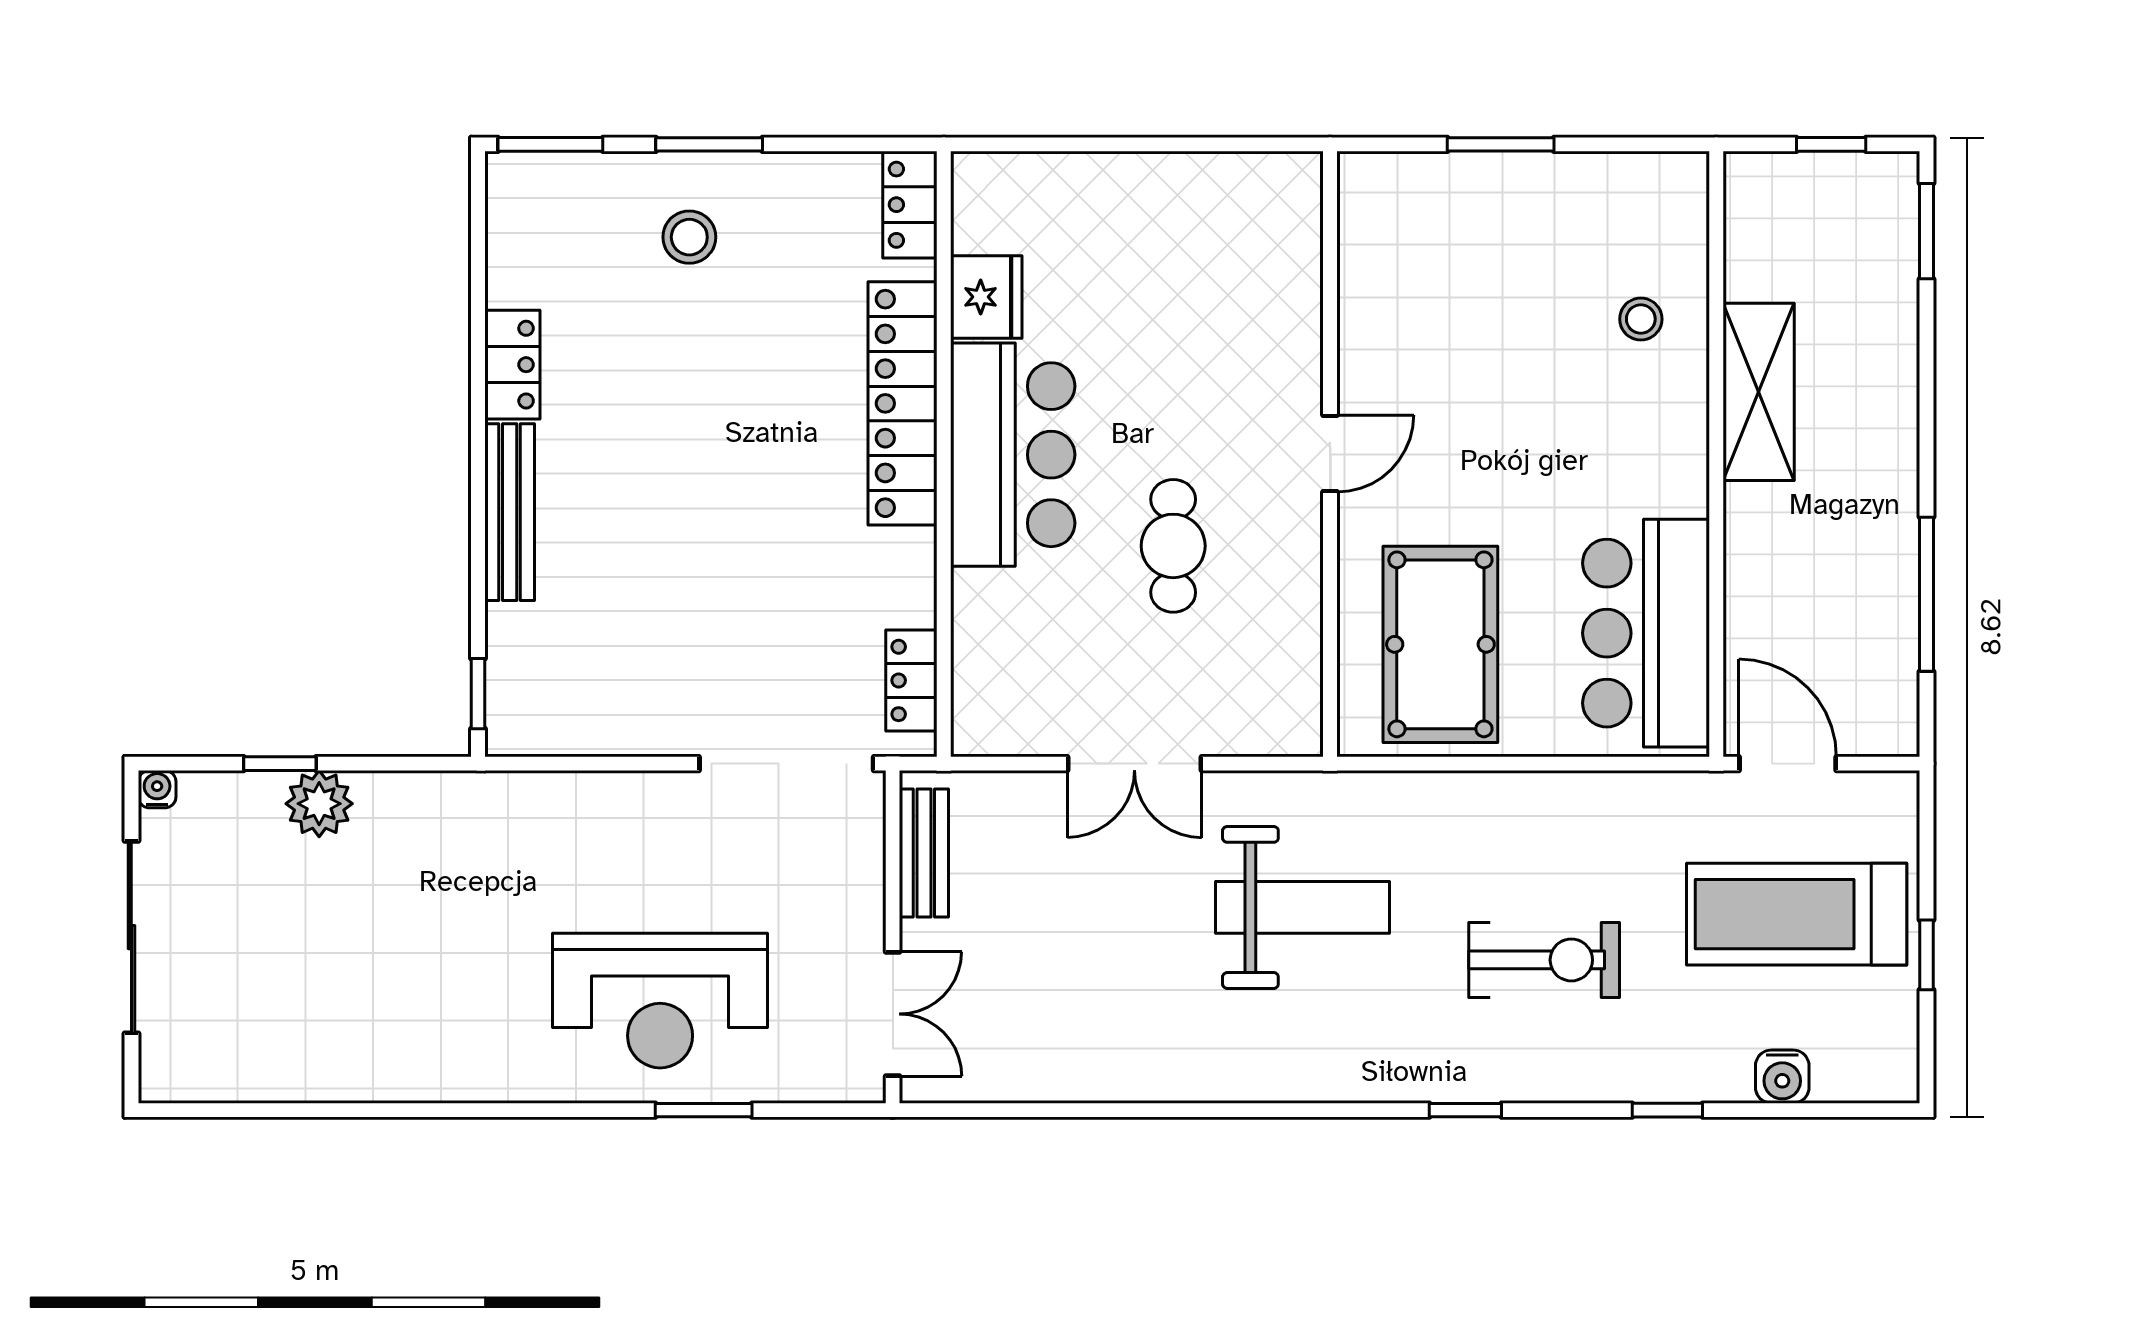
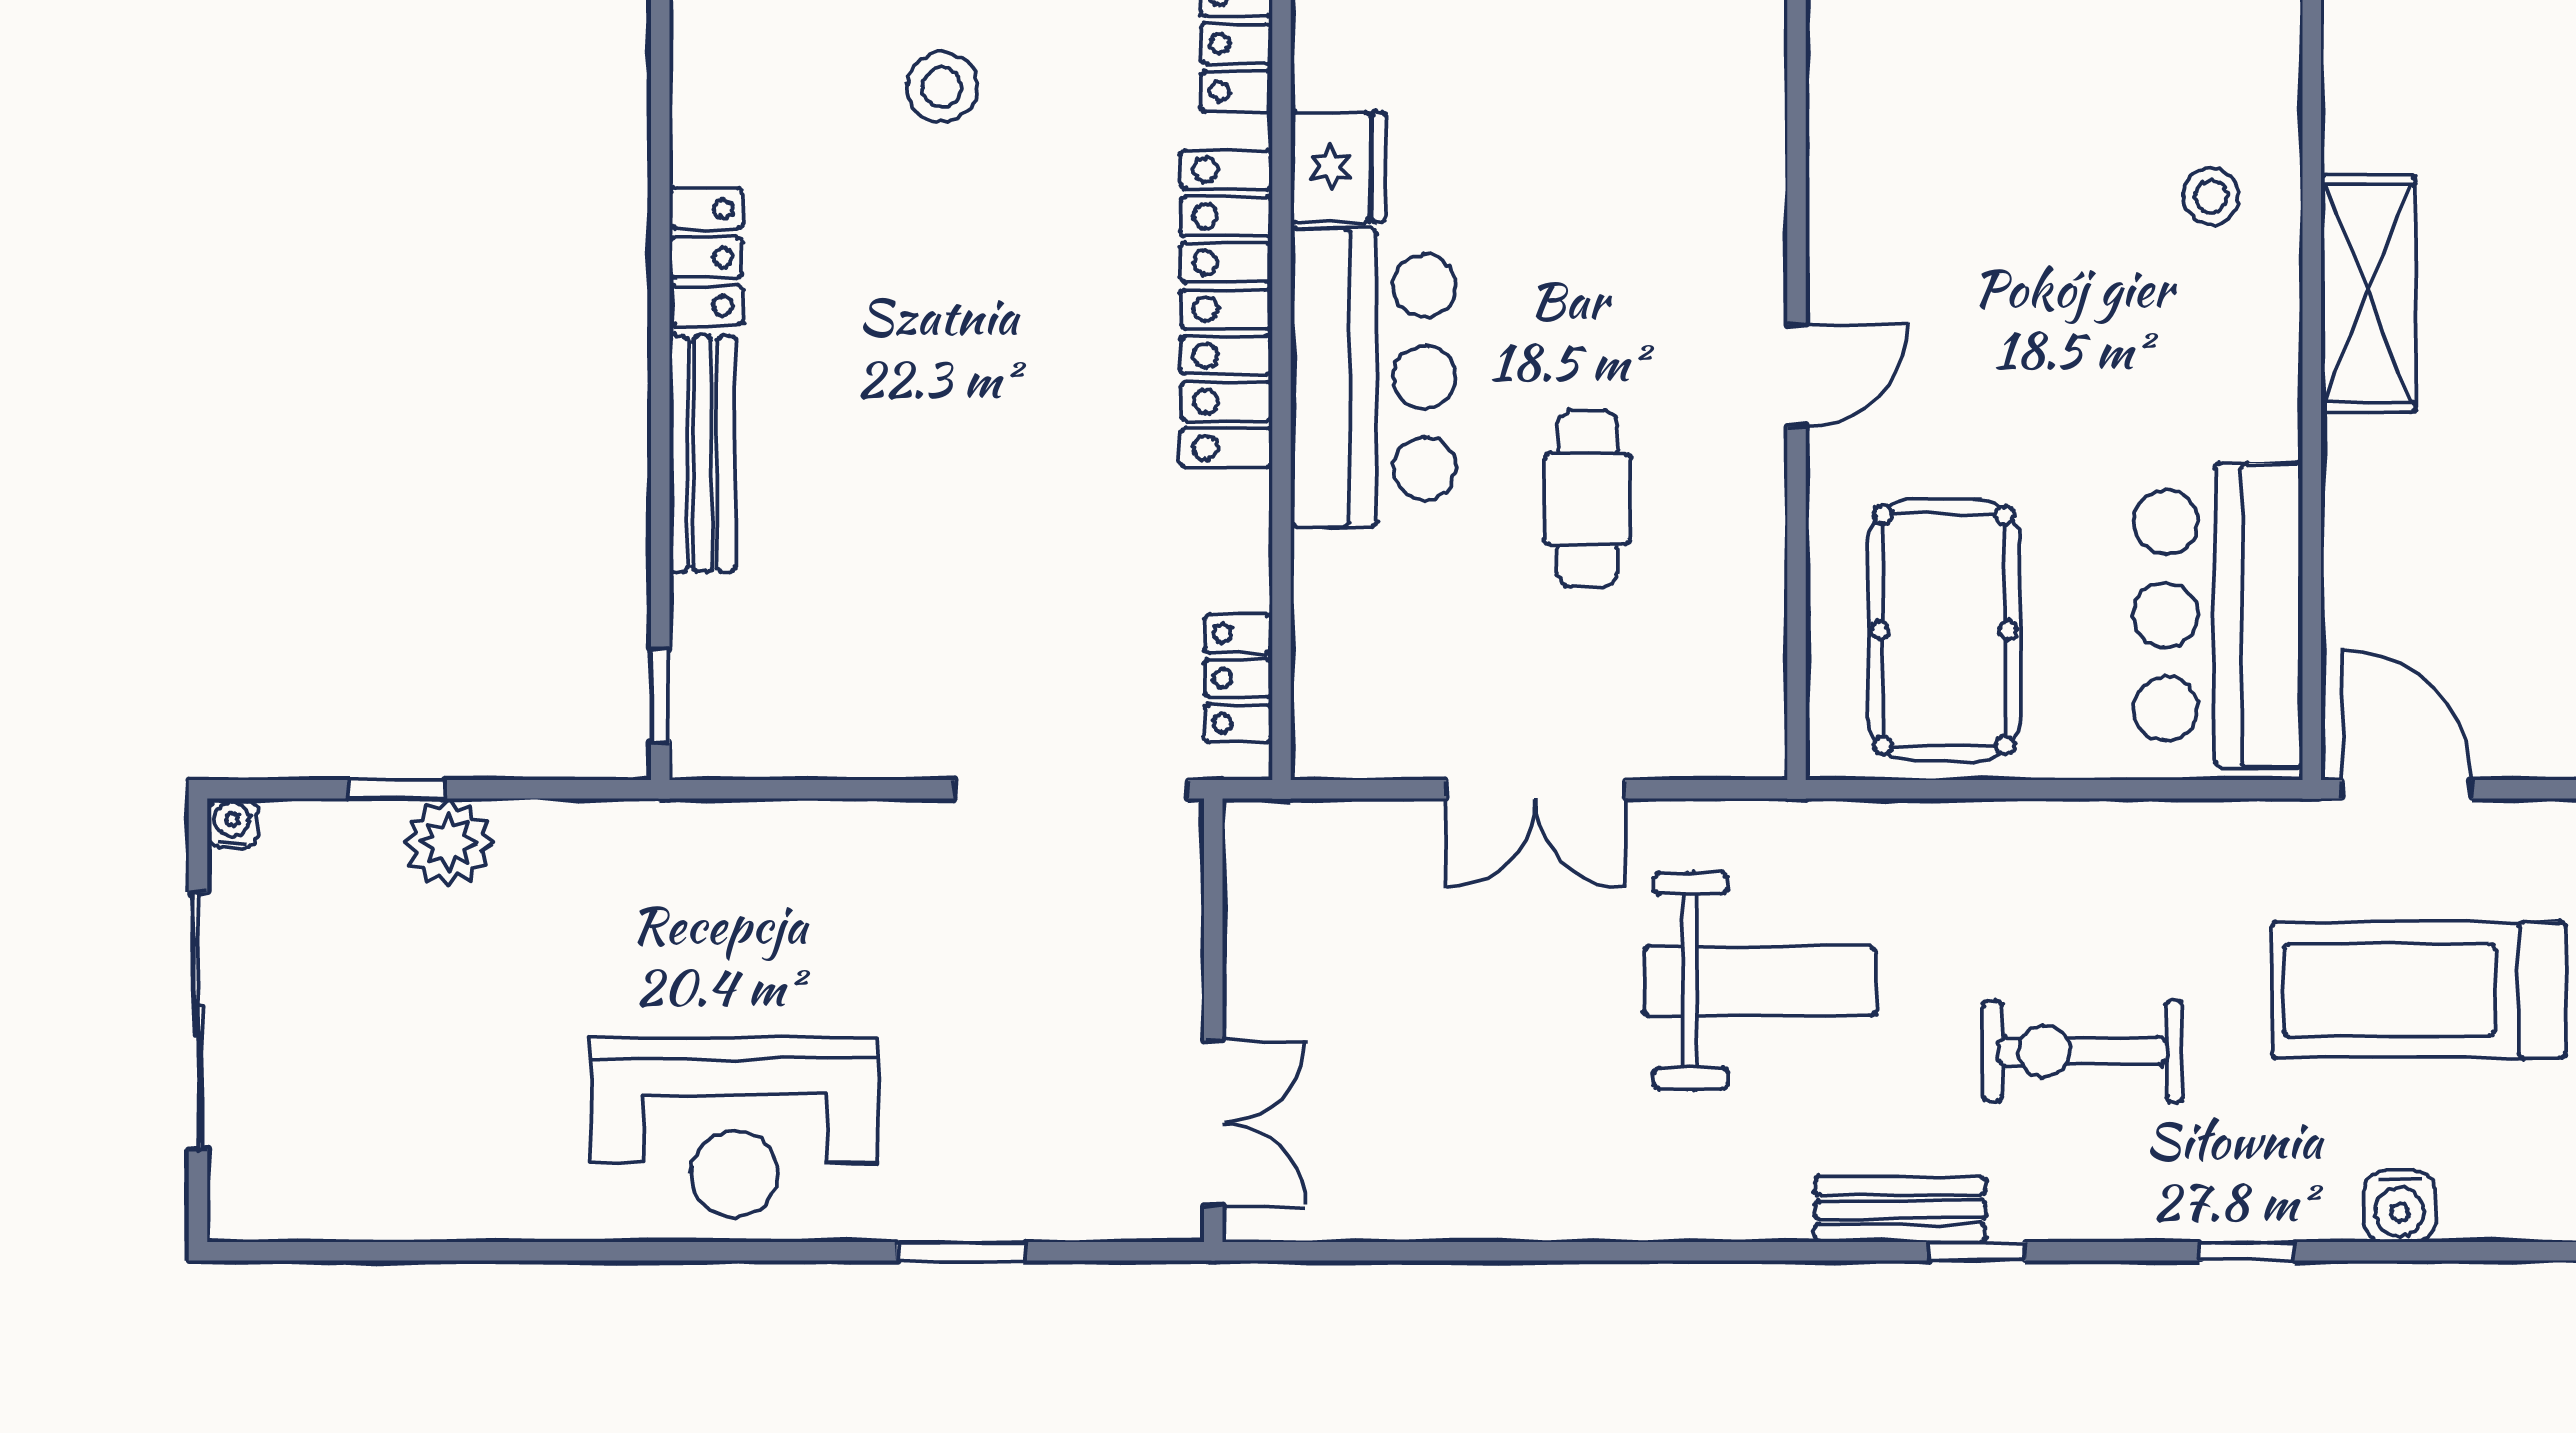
bench: (924, 853) -> (1900, 1210), moved, turned 90
exercise bike: (1544, 960) -> (2082, 1051), turned 180
reception desk: (660, 1001) -> (734, 1127), moved

